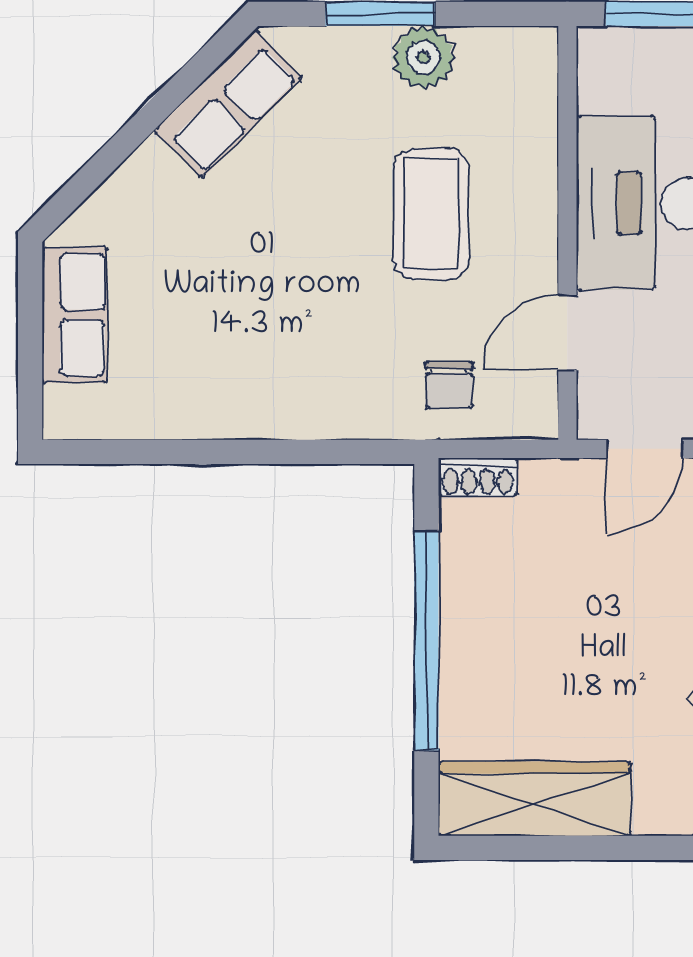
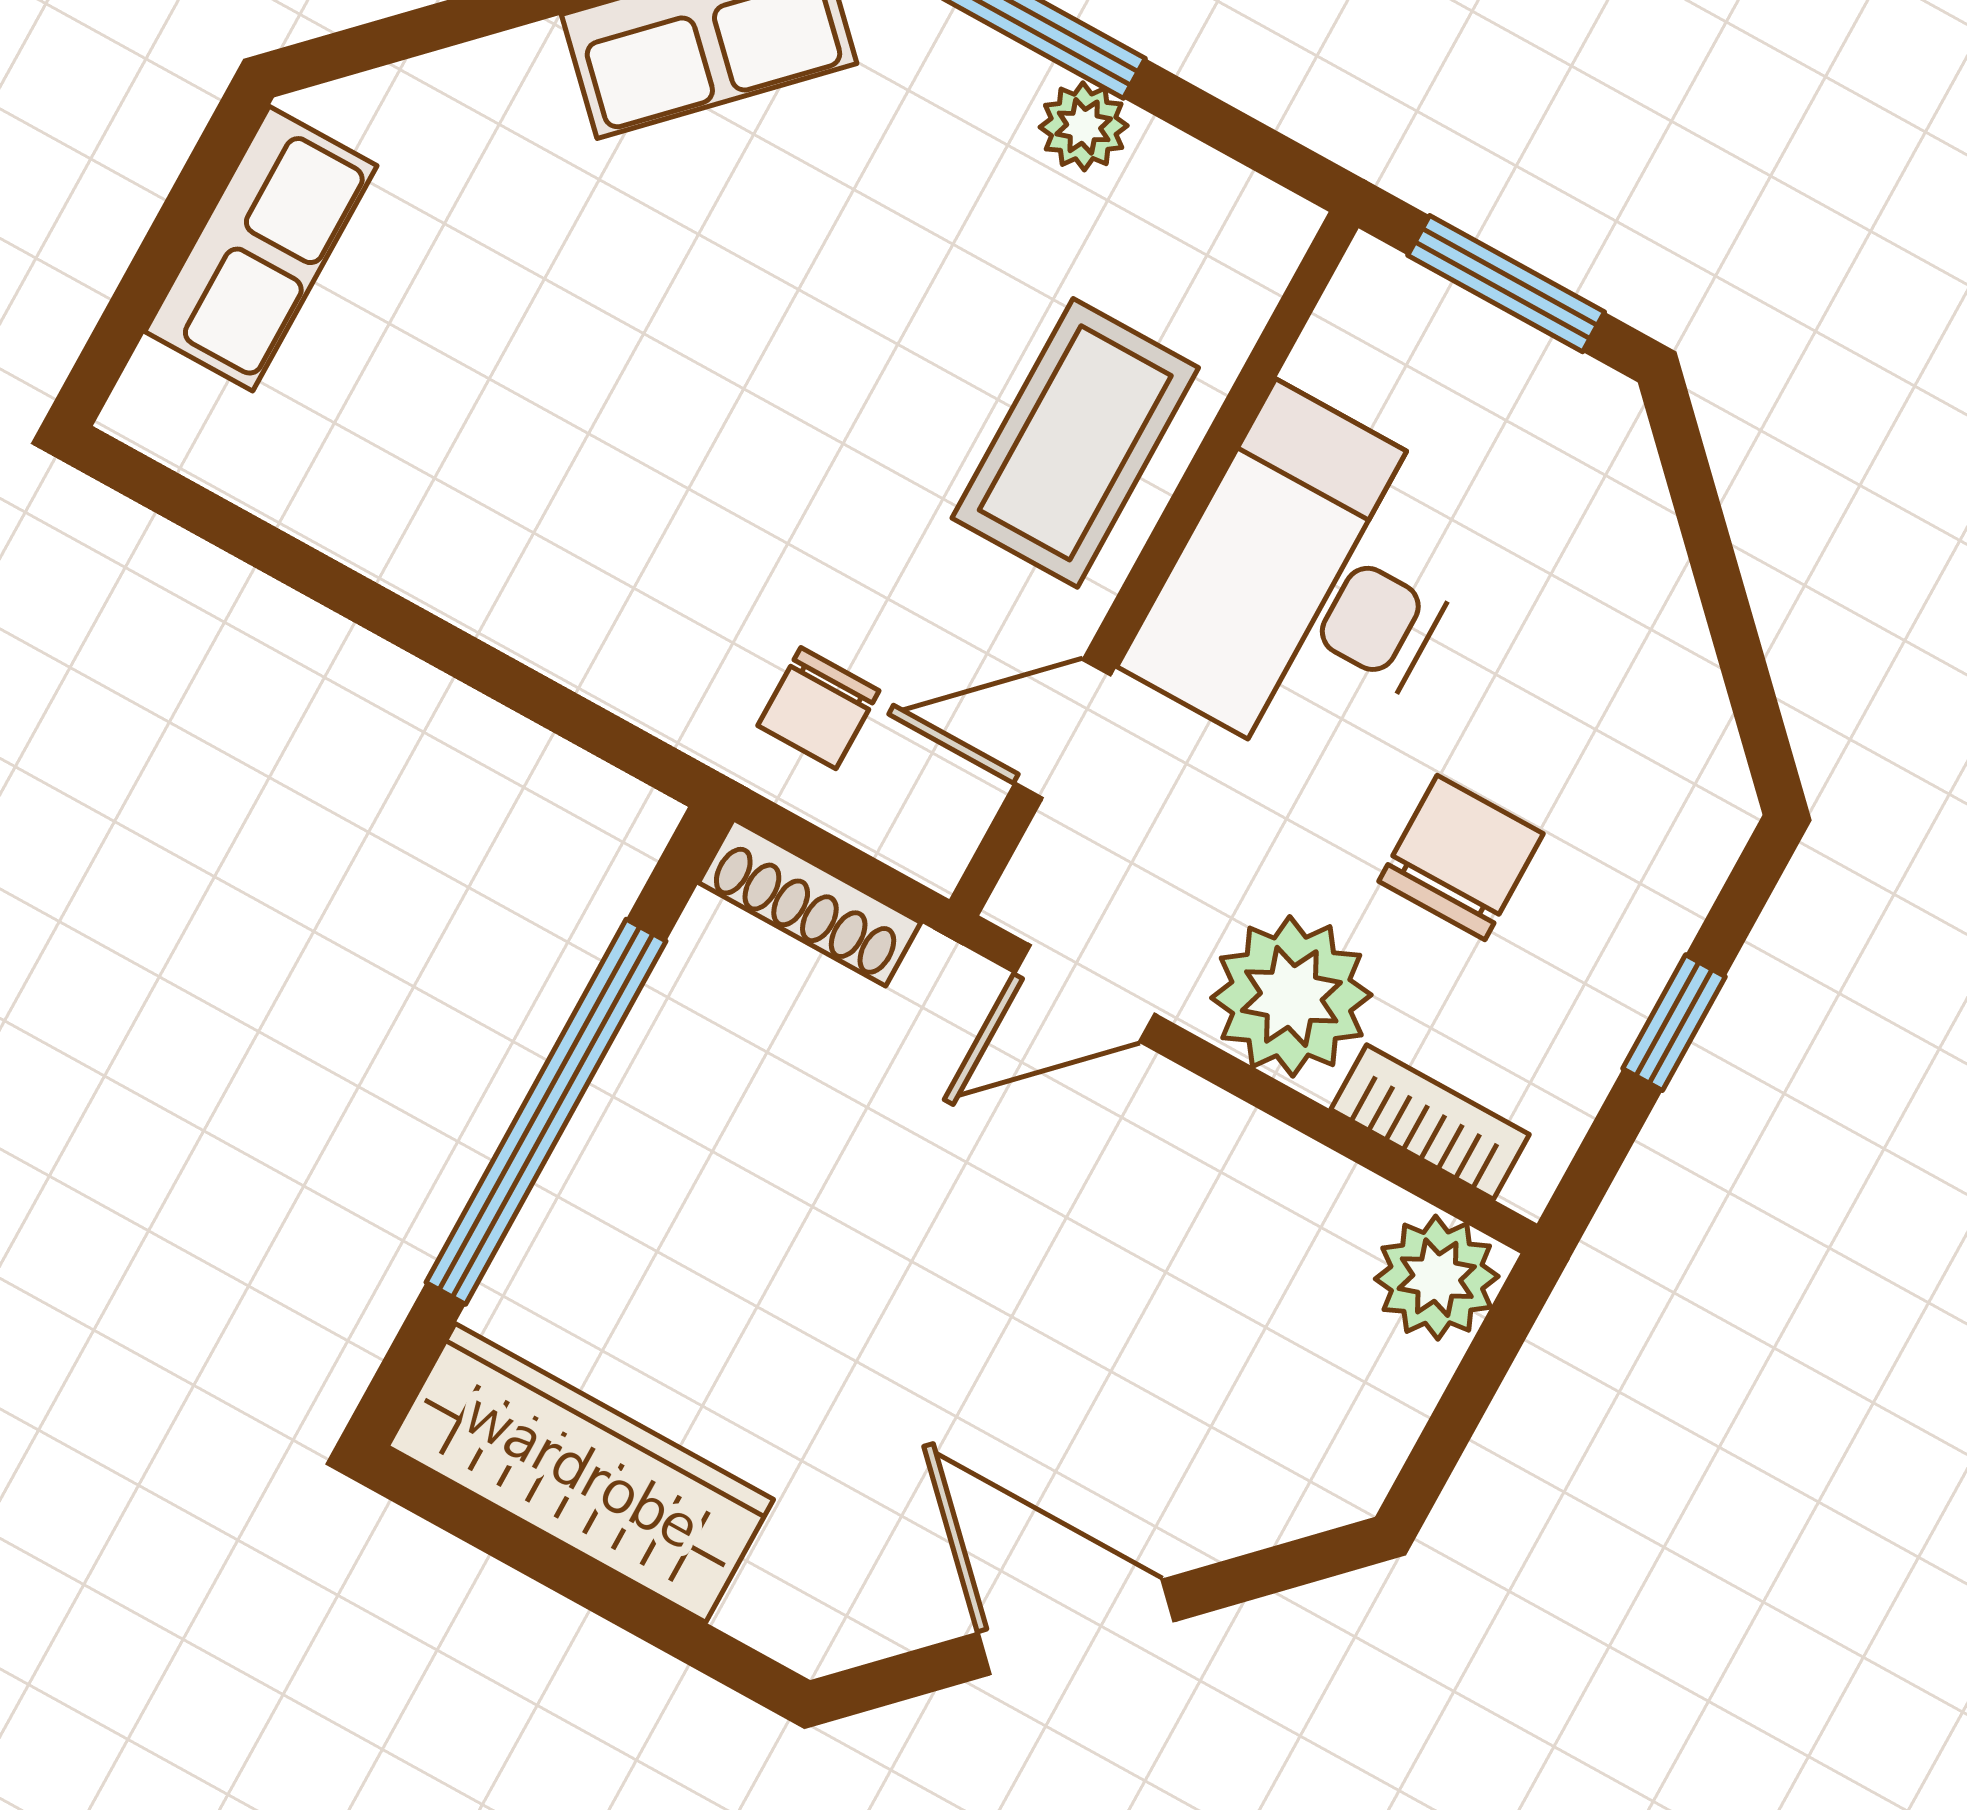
plant: (423, 58) -> (1084, 126), width x0.73, depth x0.73
coffee table: (431, 214) -> (1075, 443), moved
shoe rack: (478, 477) -> (810, 903), width x1.43

